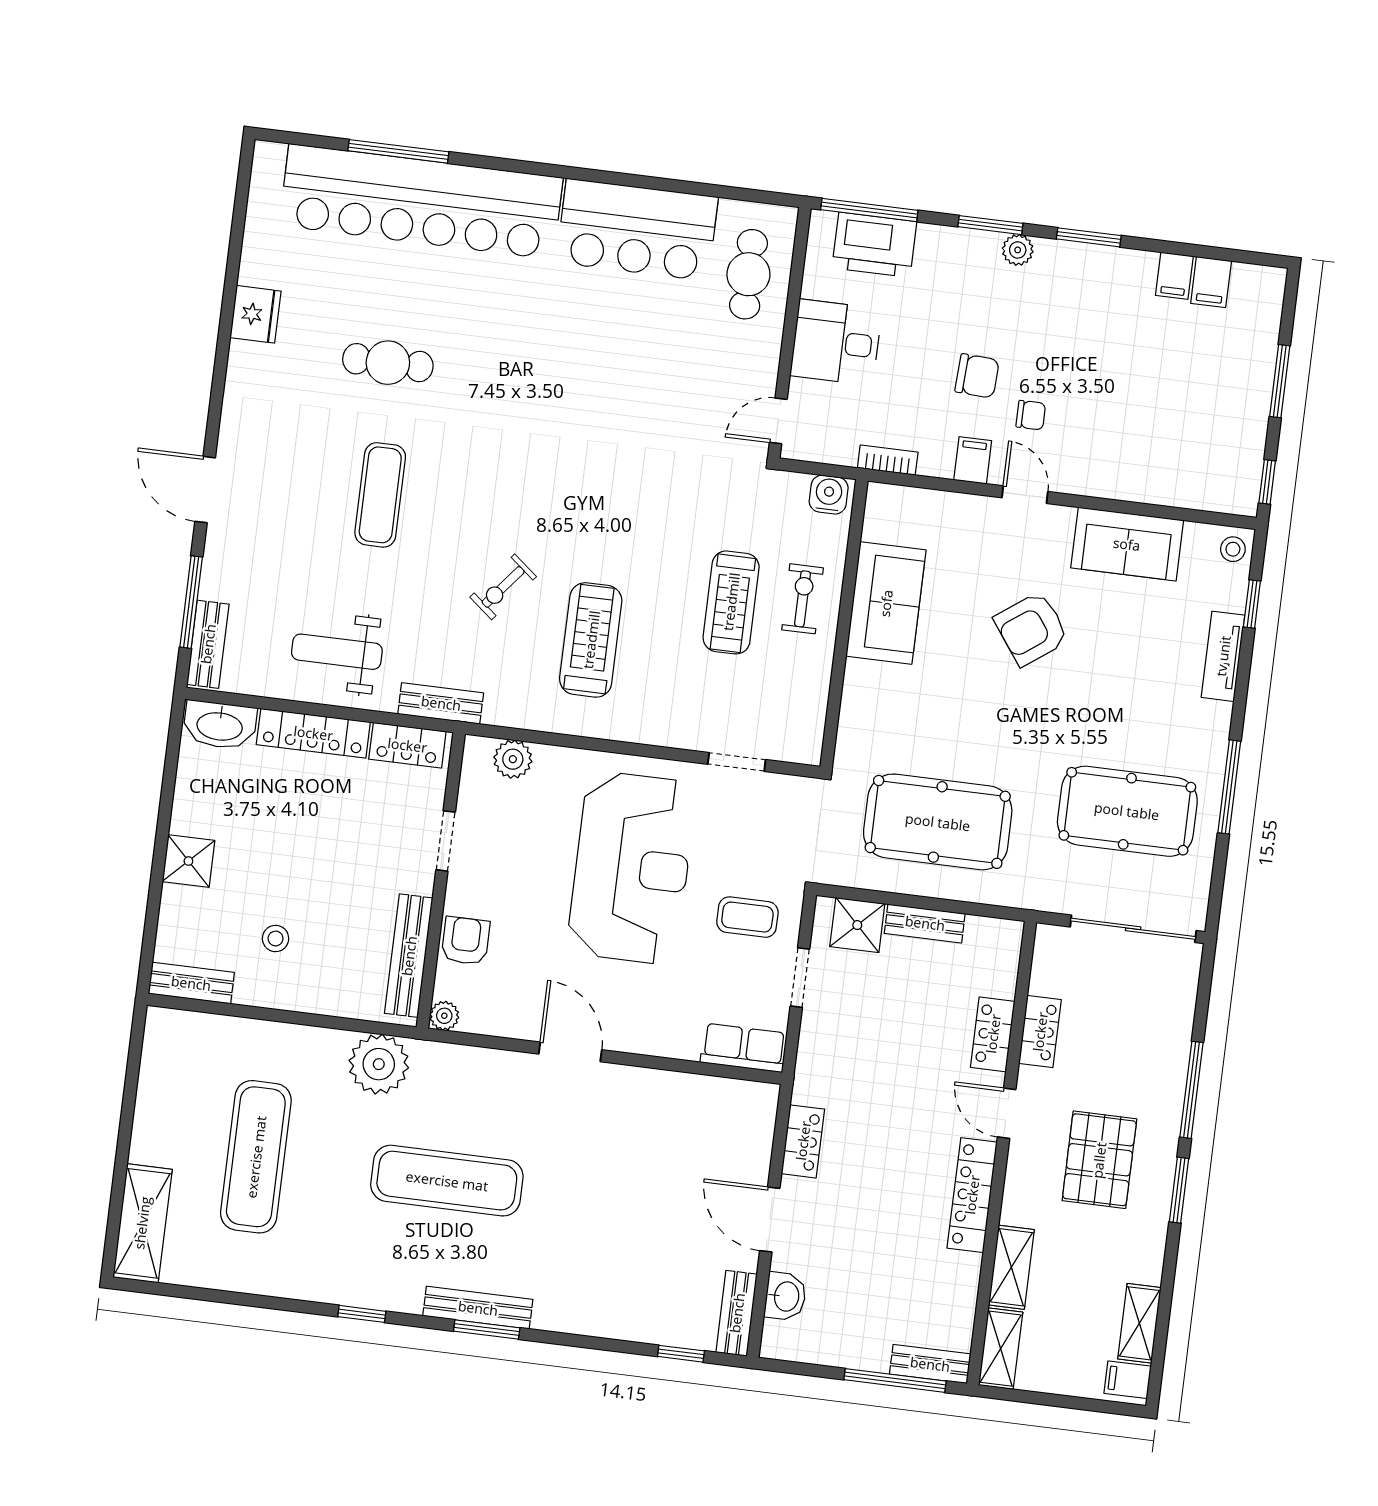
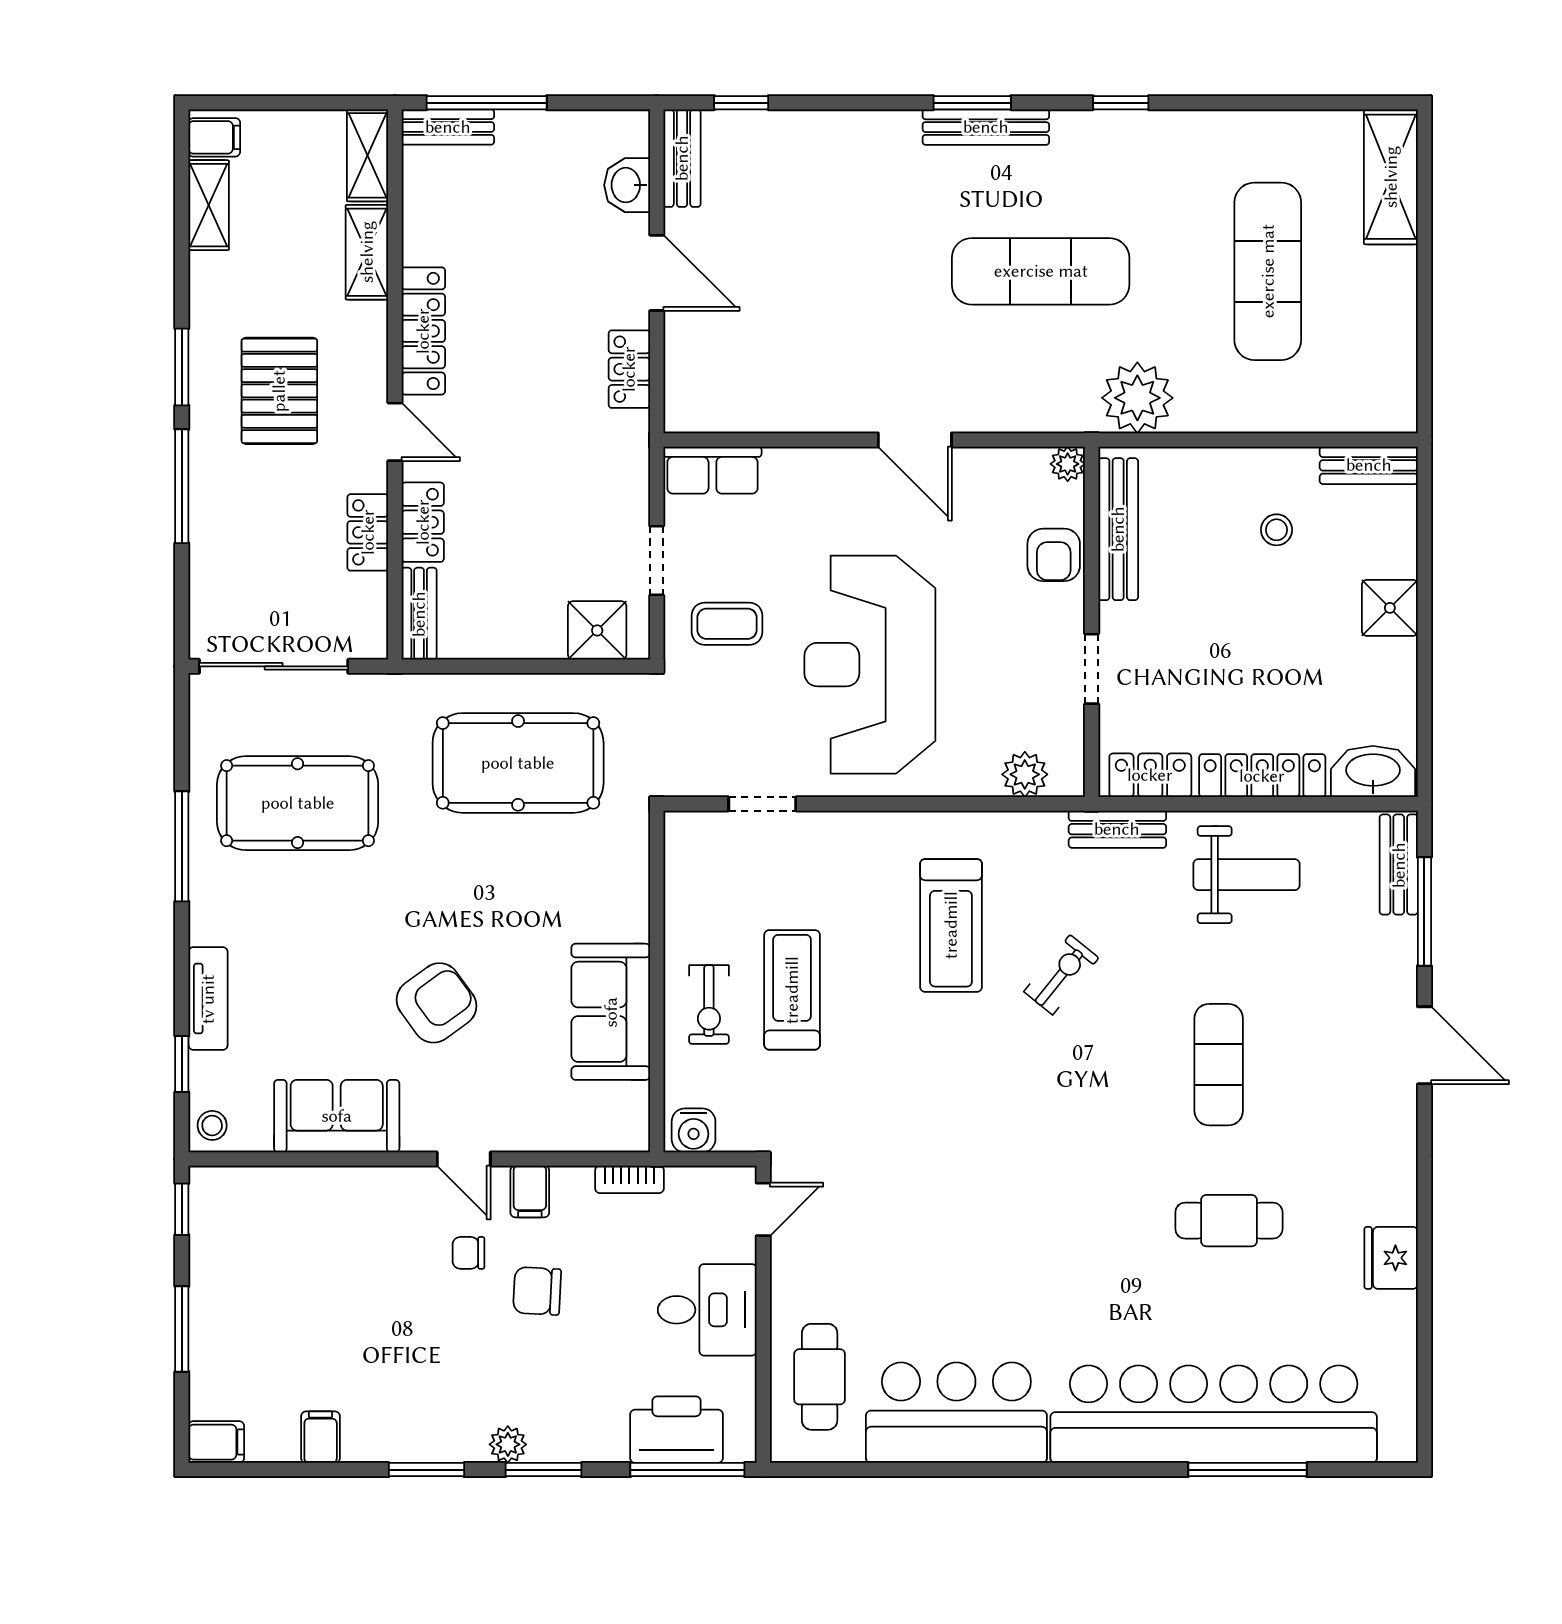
filing cabinet: (1211, 282) -> (216, 1442), moved, turned 90
bench: (925, 923) -> (419, 614), moved, turned 90

